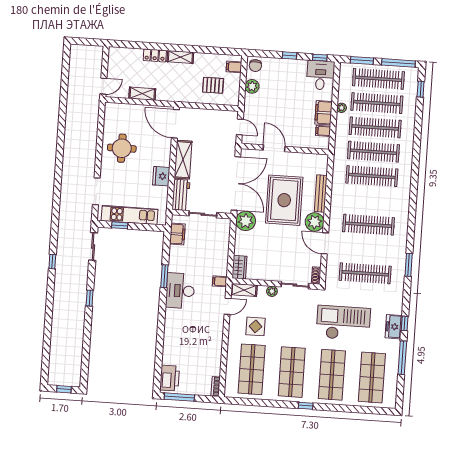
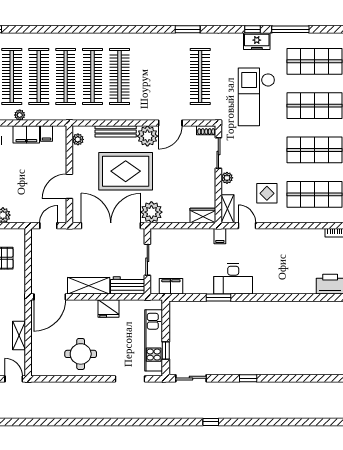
plant: (316, 159) -> (78, 139), added
clothes rail: (369, 225) -> (119, 76), moved

